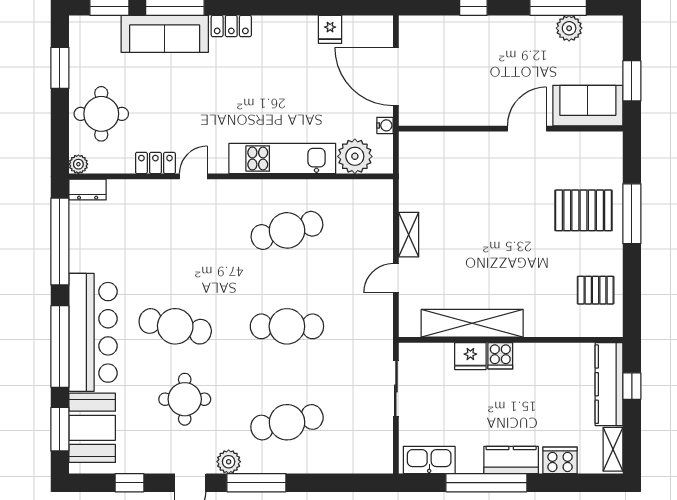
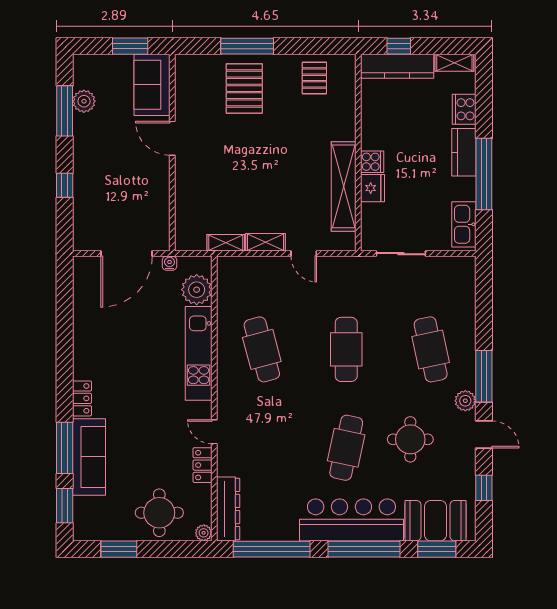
fridge: (330, 29) -> (85, 312), removed
dresser: (88, 189) -> (228, 509), width x1.96, depth x1.24
shelving: (408, 189) -> (226, 243), added

